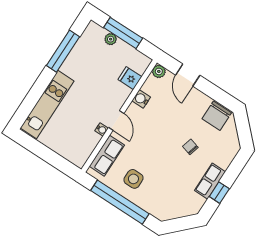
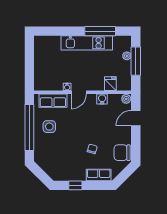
kitchen unit: (47, 104) -> (87, 43), moved
row of seats: (210, 181) -> (99, 175), moved

